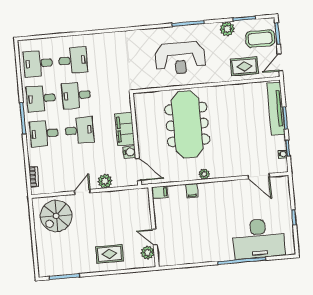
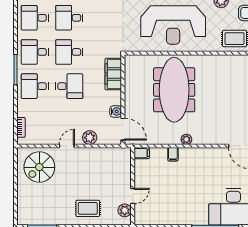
reception desk: (180, 58) -> (173, 25), width x1.36, depth x1.30
desk: (73, 60) -> (69, 18), turned 180
filing cabinet: (125, 129) -> (113, 74), moved
door: (154, 237) -> (133, 196), swing flipped

